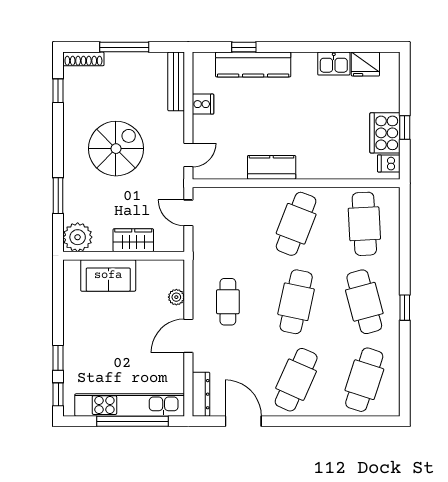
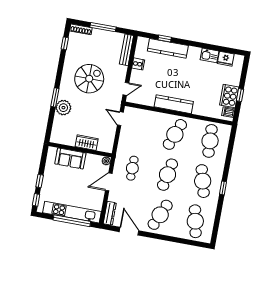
kitchen counter: (272, 167) -> (174, 104), width x1.50
plant: (78, 237) -> (63, 108), moved
wardrobe: (133, 240) -> (87, 143), moved
wall: (124, 256) -> (80, 150), moved
sofa: (108, 275) -> (70, 158), moved
cafe table: (364, 380) -> (195, 221), turned -30

